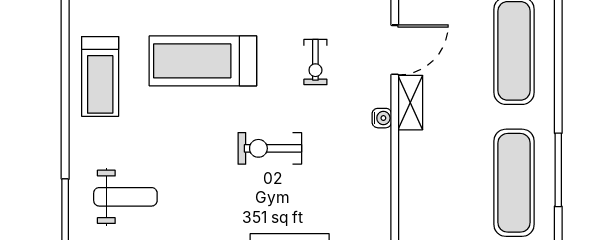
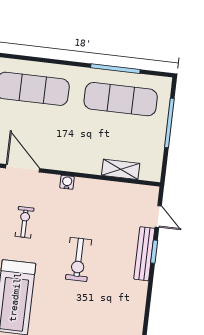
exercise bike: (315, 62) -> (24, 222), turned -90
shelving: (410, 103) -> (121, 169), moved

